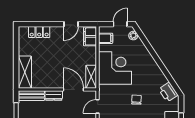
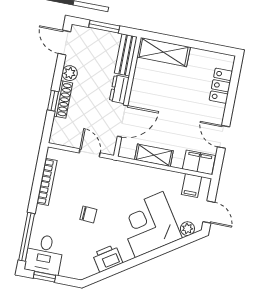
corner desk: (115, 68) -> (149, 224), moved, turned 146
shelving: (91, 77) -> (154, 155), moved
printer: (168, 92) -> (107, 258), moved

